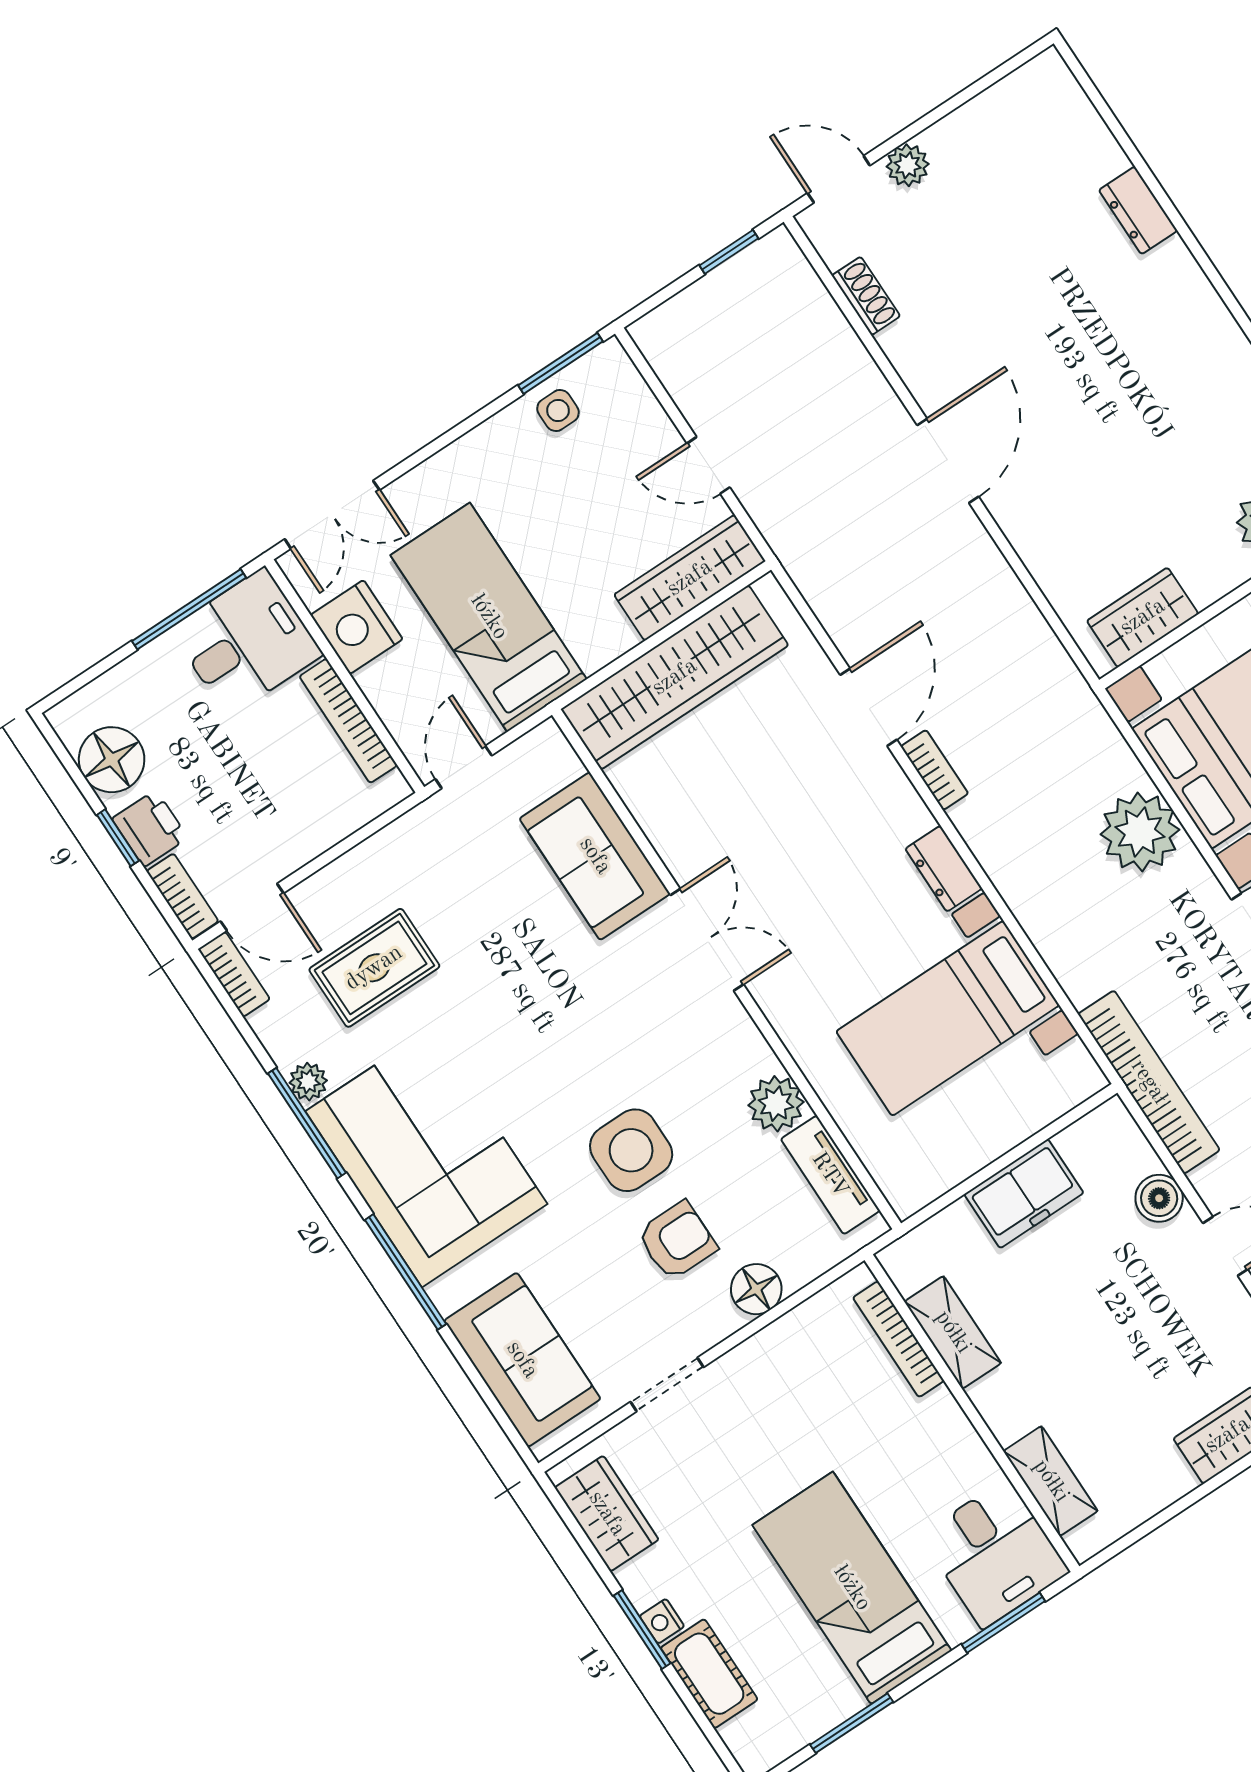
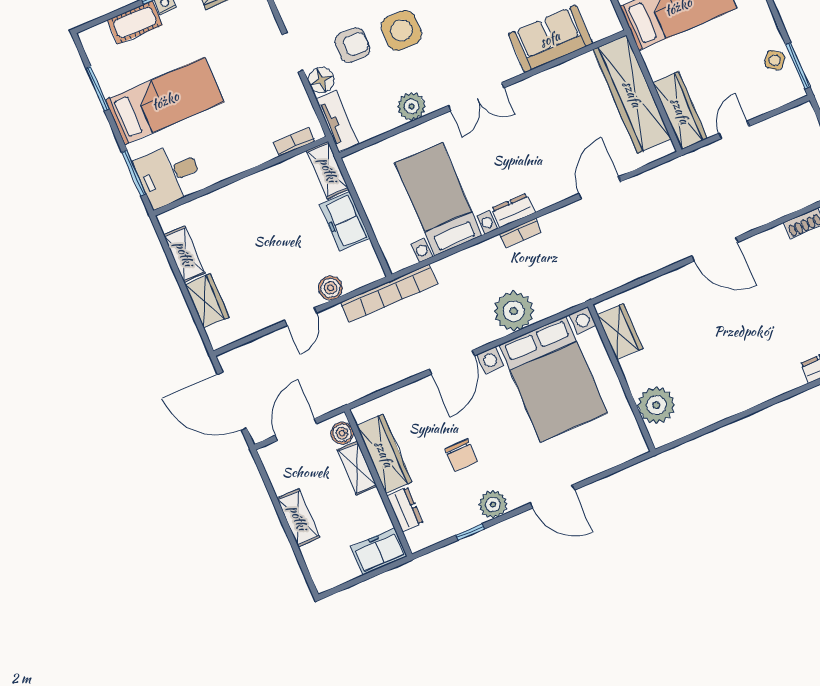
side table: (558, 410) -> (775, 60), turned 38
door: (869, 707) -> (600, 188), swing flipped
bookcase: (935, 770) -> (520, 233), moved
double door: (707, 940) -> (476, 97), moved
tv unit: (830, 1175) -> (337, 121), moved, turned 90
armchair: (677, 1241) -> (352, 45), turned -88
shelving: (953, 1332) -> (328, 170), moved, turned 90
bookcase: (898, 1339) -> (294, 142), width x0.64
doorway: (667, 1384) -> (293, 52), moved
shelving: (1051, 1481) -> (184, 254), moved, turned 90

